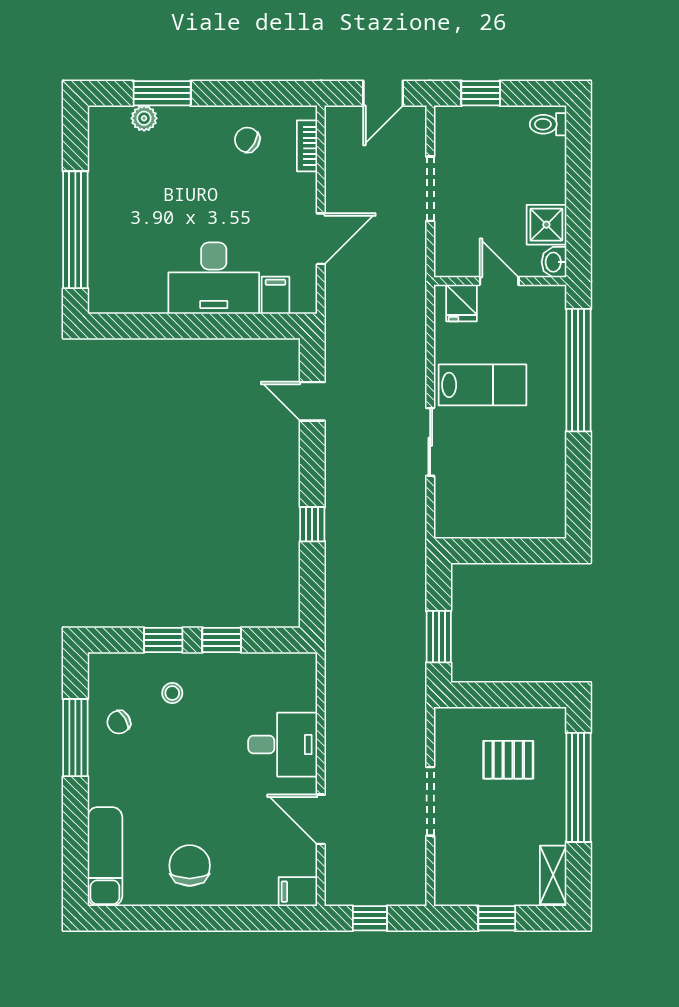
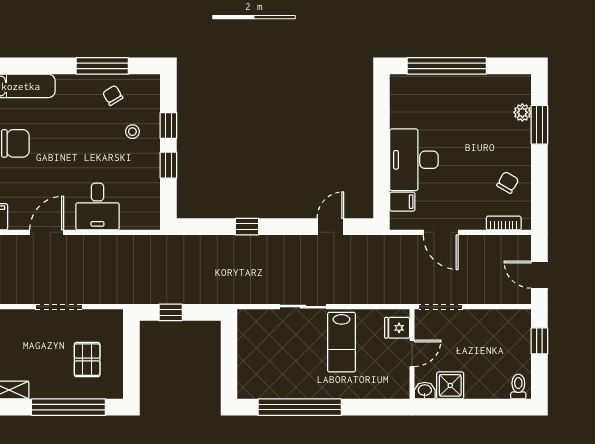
doorway: (430, 189) -> (441, 307), moved
window: (578, 370) -> (300, 407), moved
window: (439, 637) -> (171, 312), width x0.67

